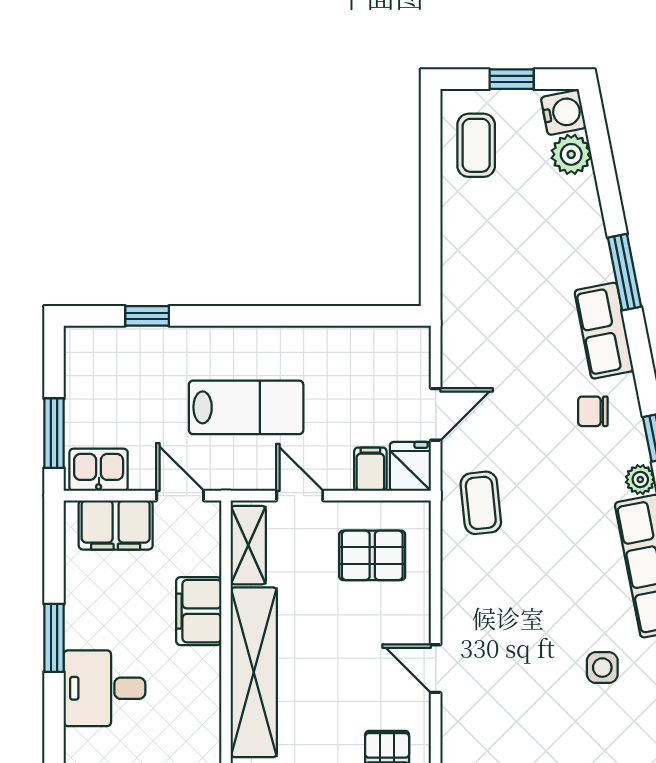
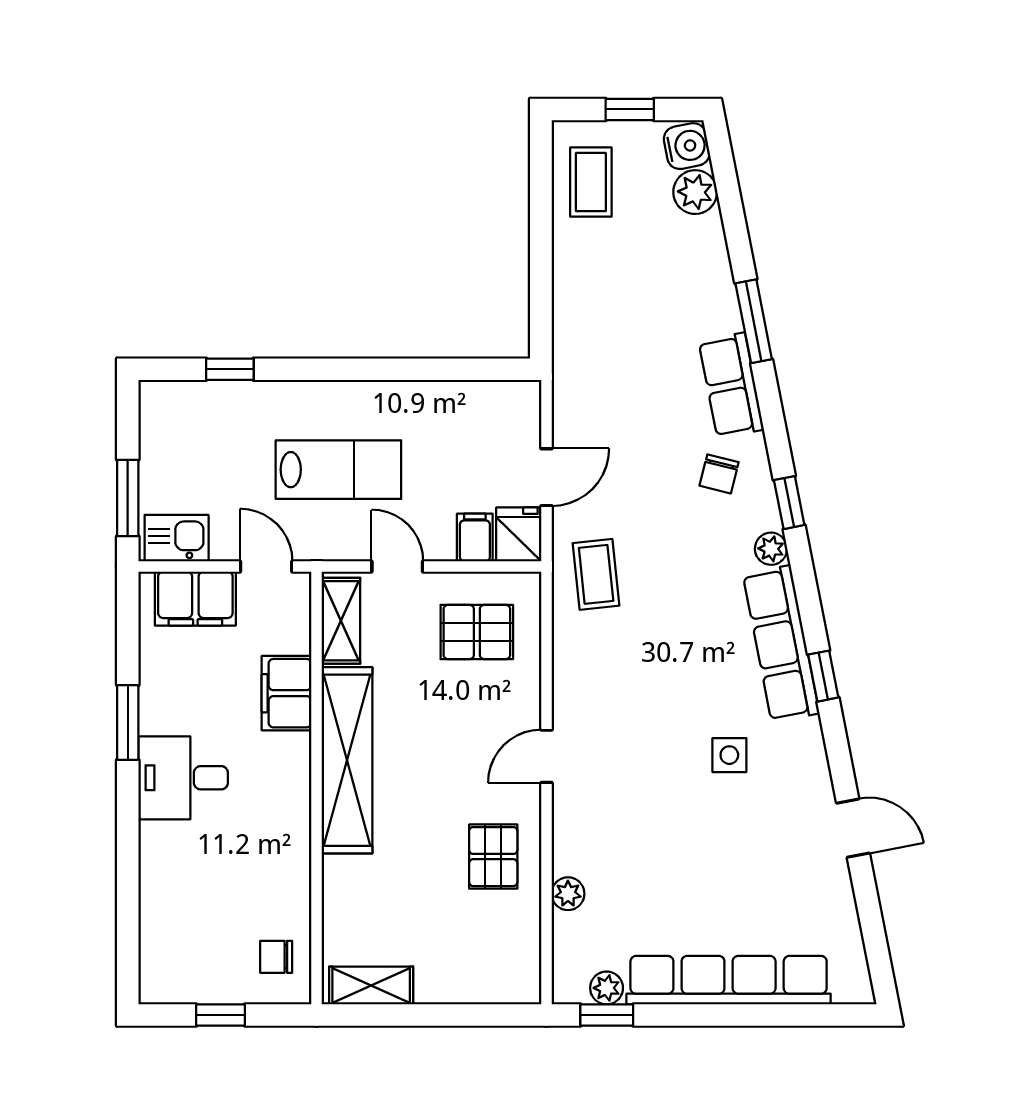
chair: (593, 411) -> (719, 474), turned -76
door: (436, 669) -> (546, 756), hinge flipped

